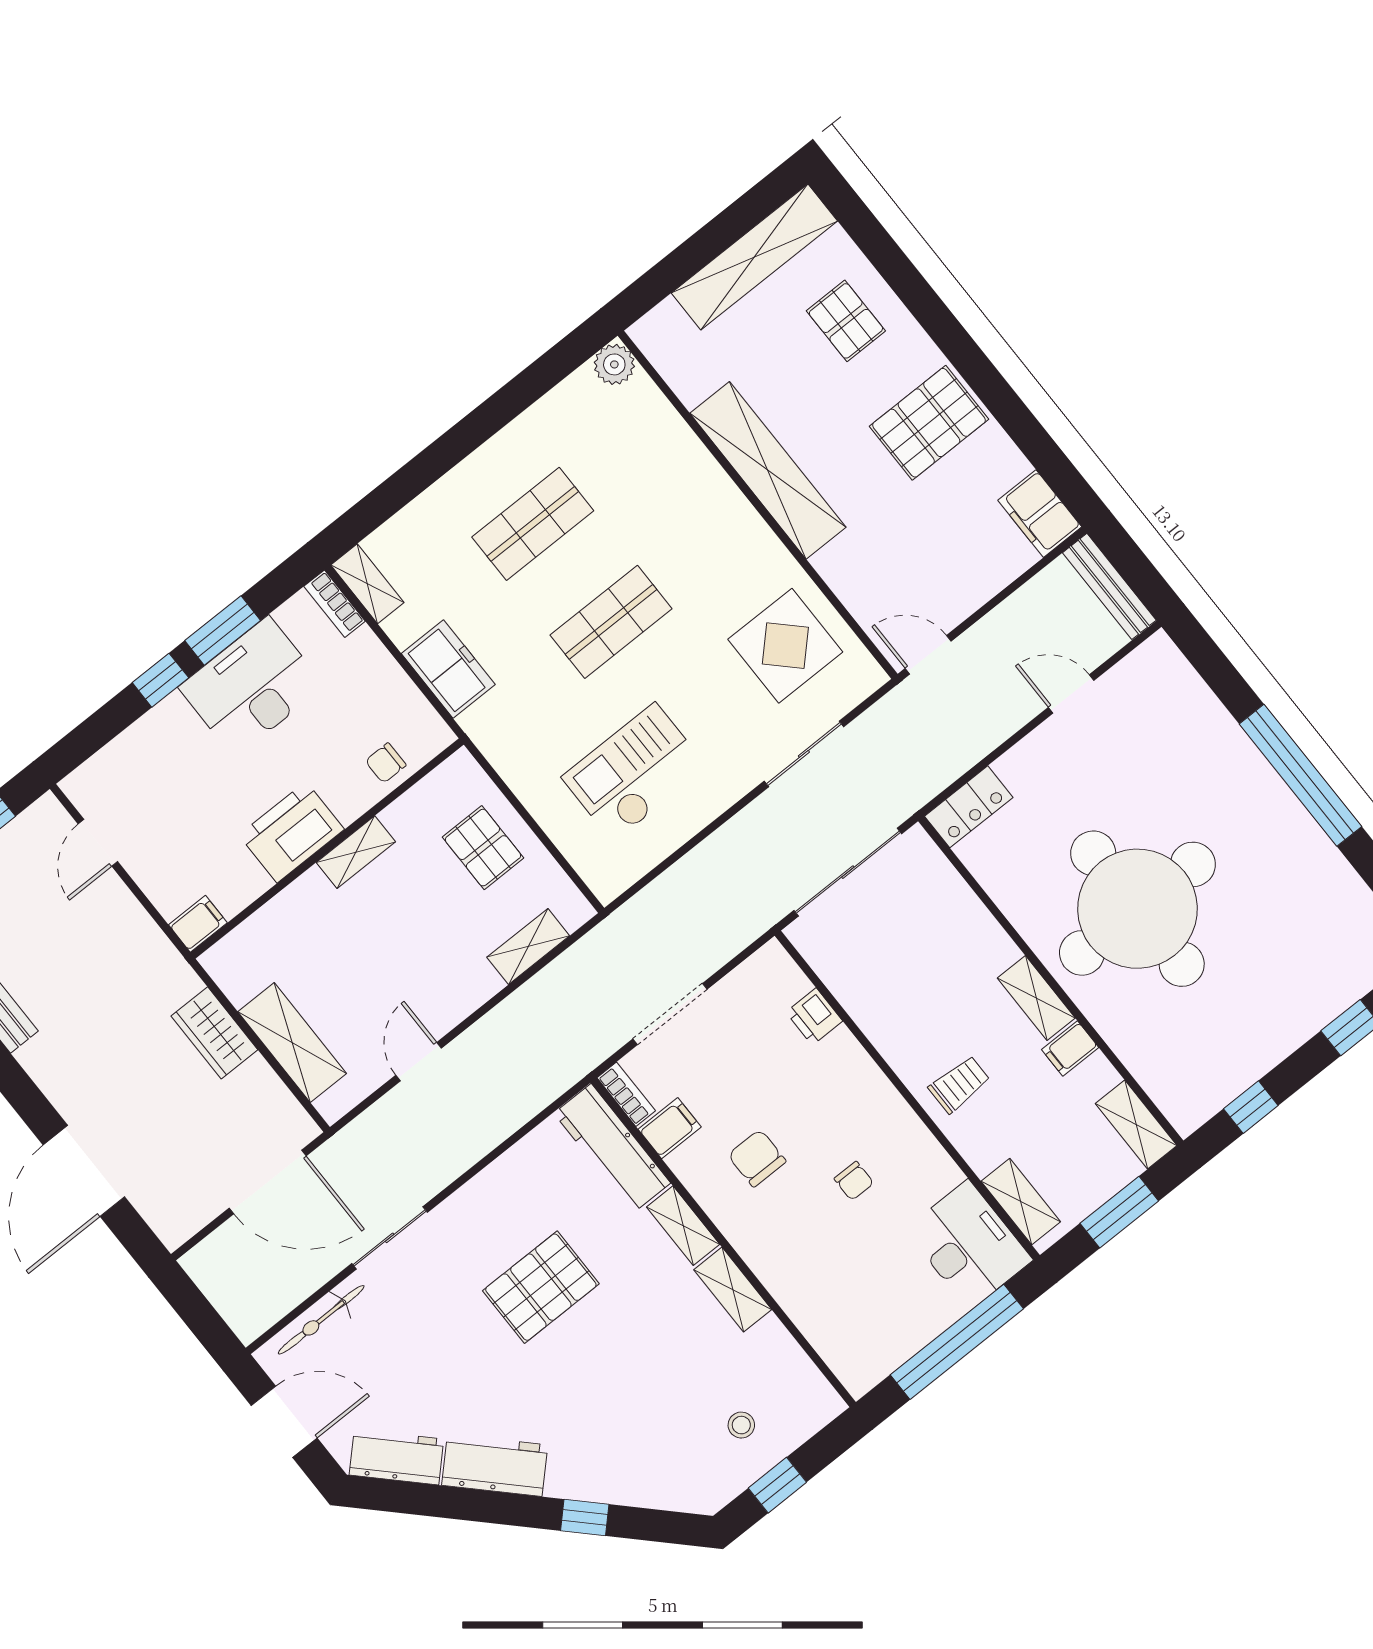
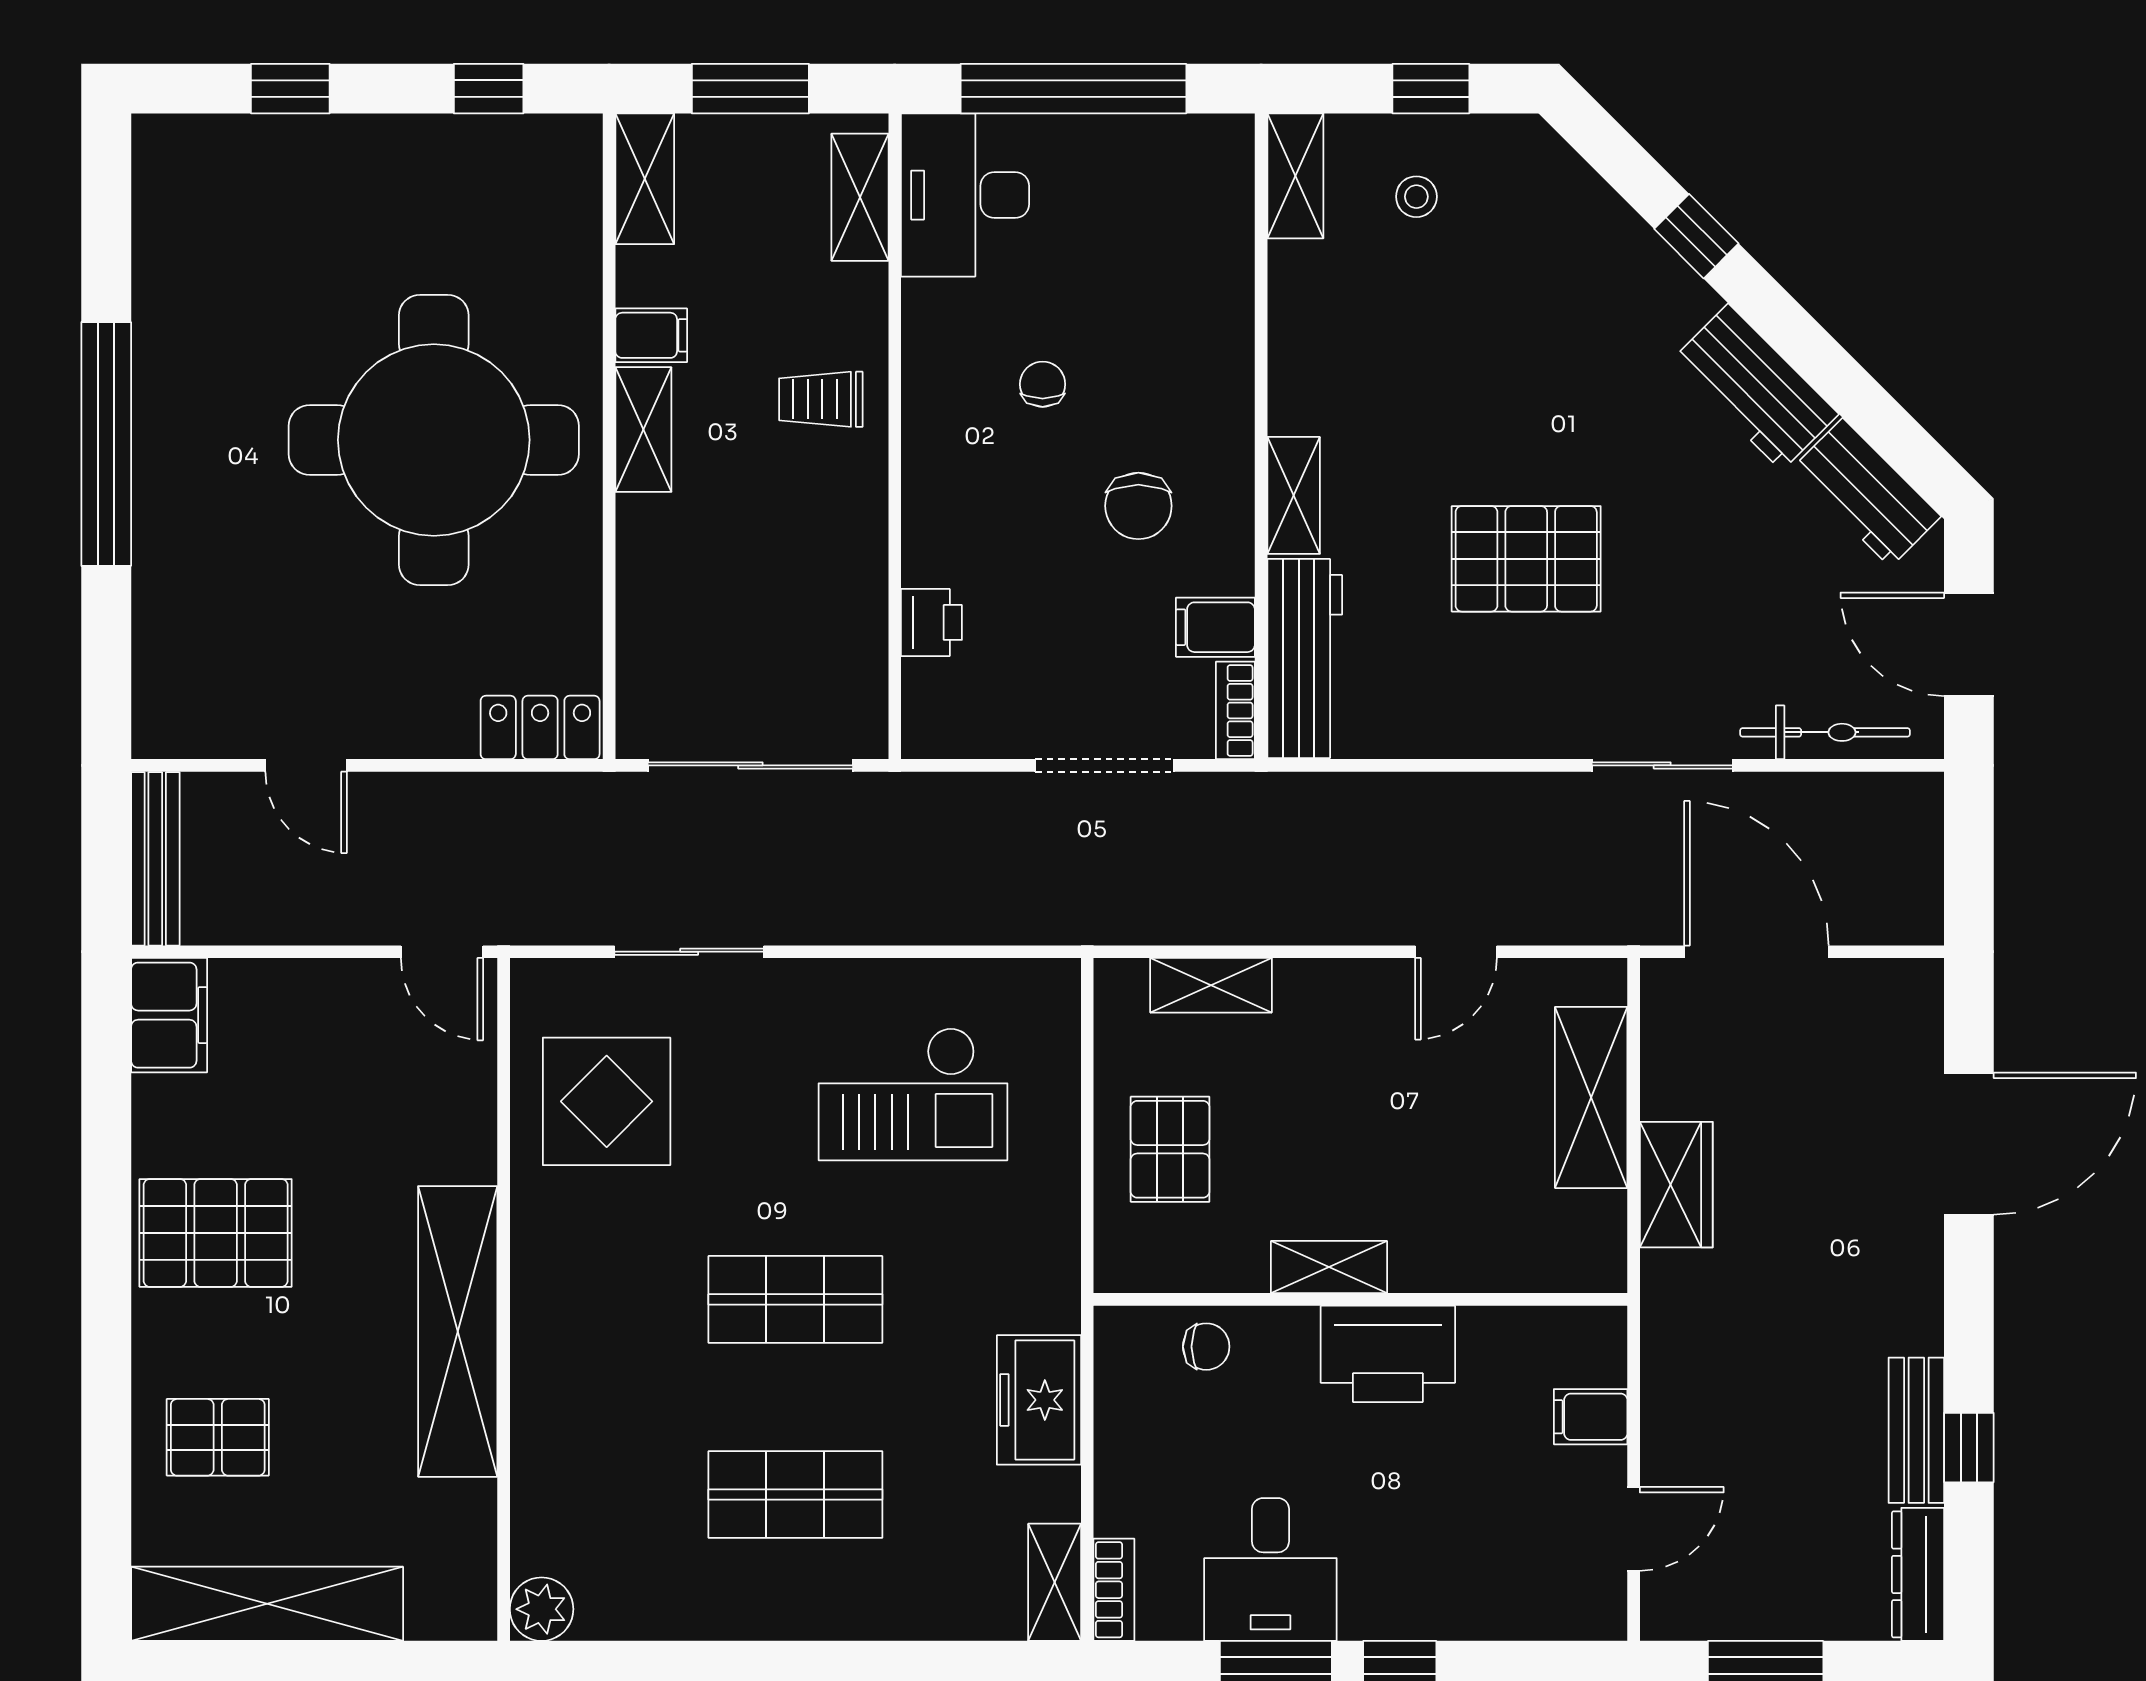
pallet: (846, 321) -> (218, 1437), turned 90
desk: (252, 687) -> (1270, 1569), width x0.73
filing cabinet: (198, 924) -> (1591, 1417), moved
shelving: (733, 1290) -> (1295, 176), moved

